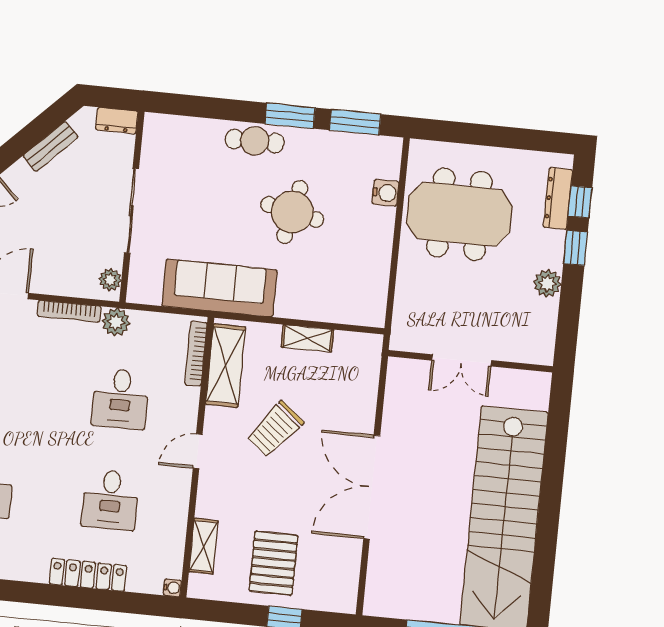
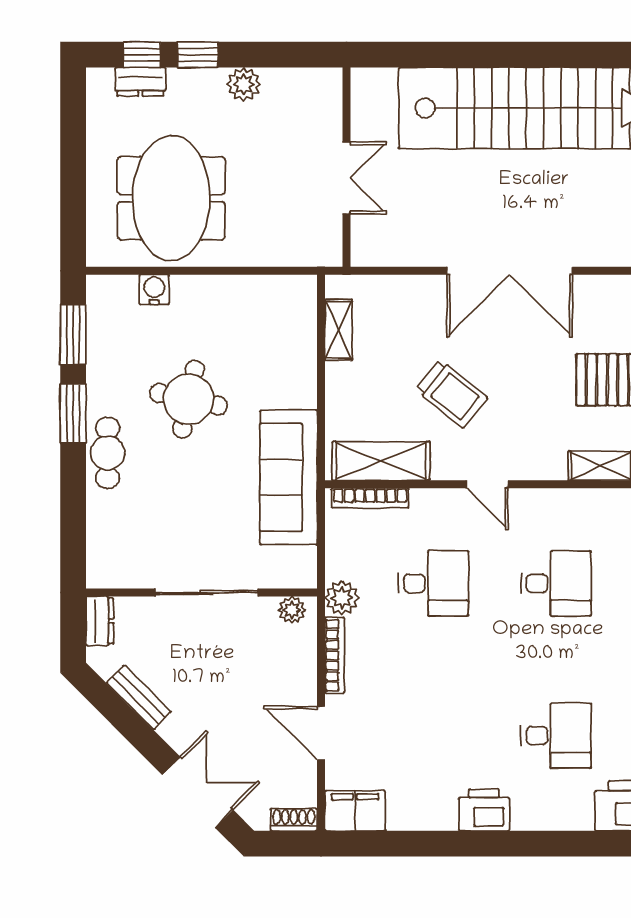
dresser: (558, 198) -> (140, 82), width x0.70
shelving: (307, 338) -> (339, 330), moved

